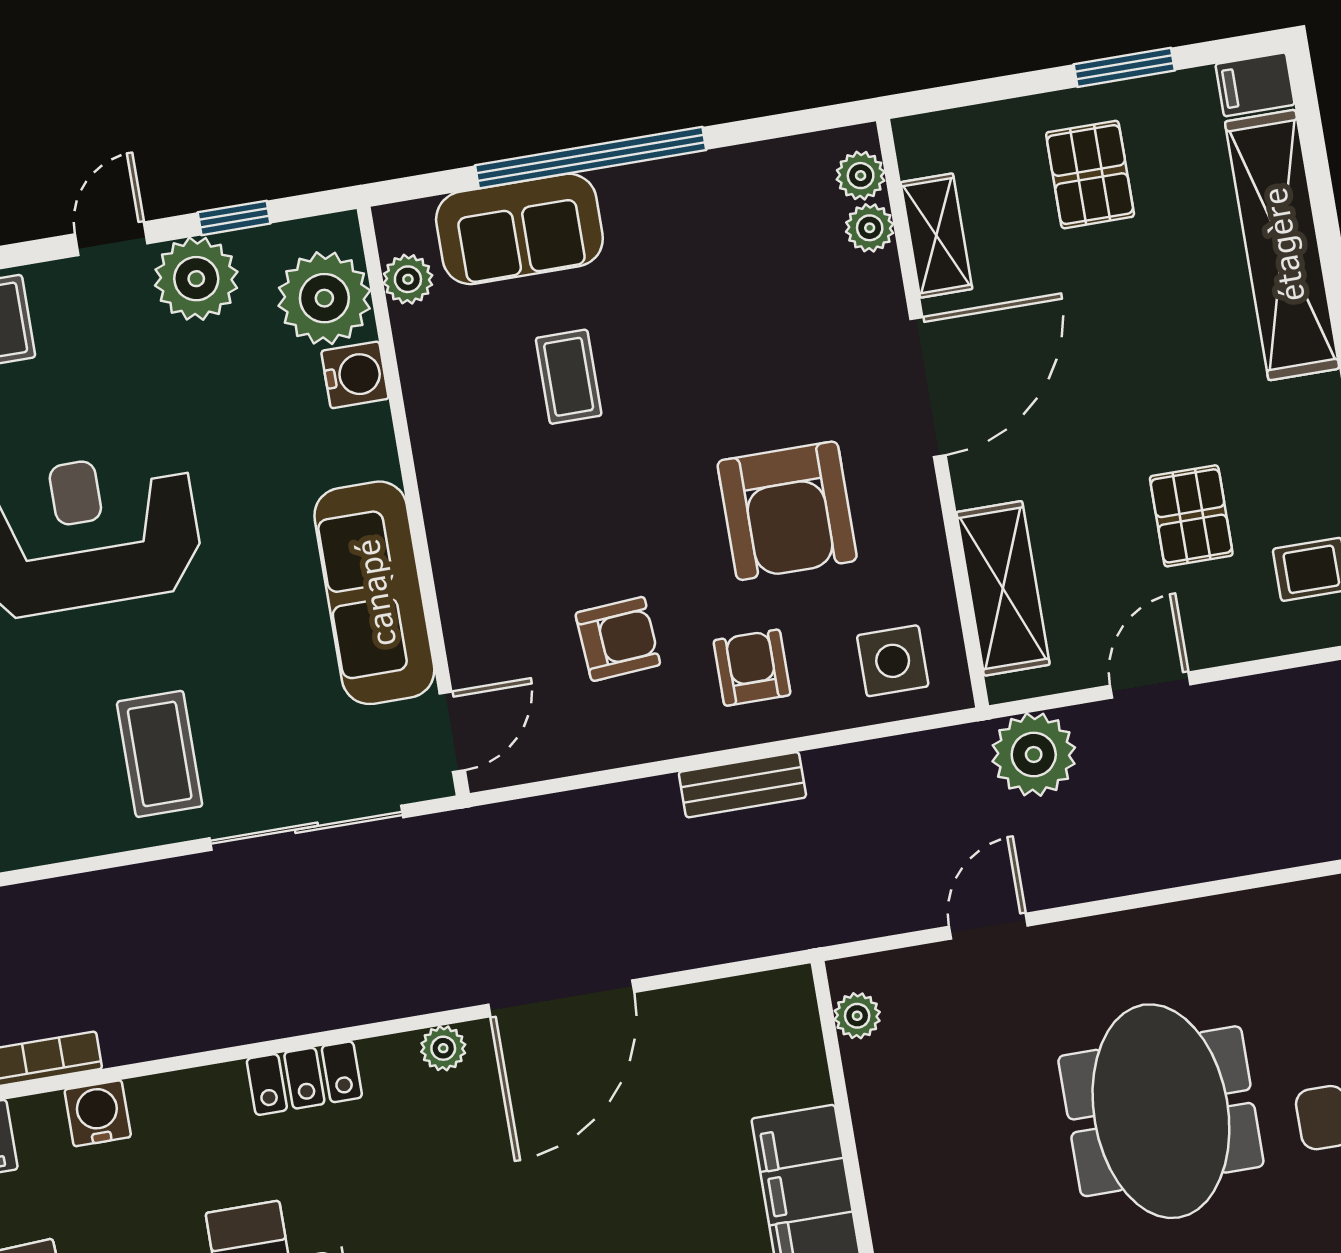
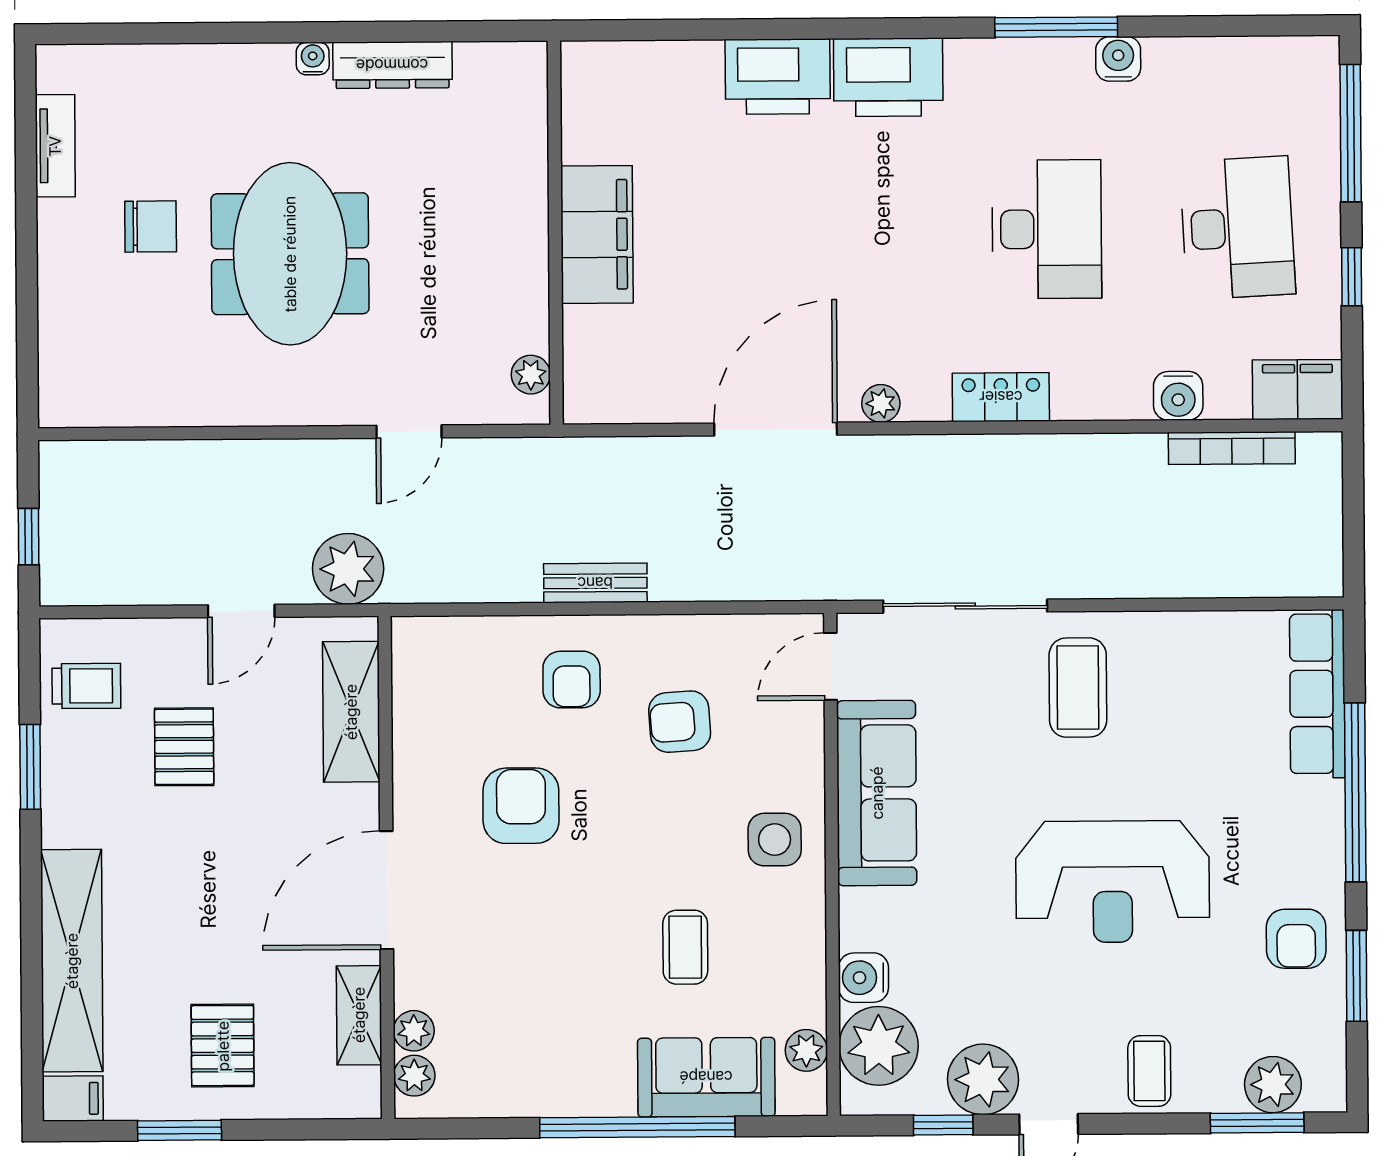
armchair: (787, 511) -> (521, 806), width x0.73, depth x0.73
side table: (893, 661) -> (775, 840), moved

